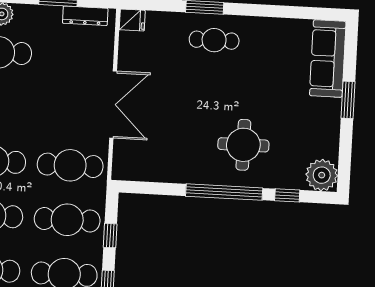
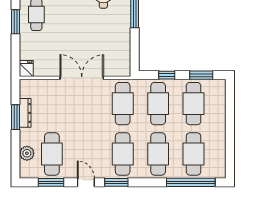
dresser: (85, 16) -> (25, 113), moved

